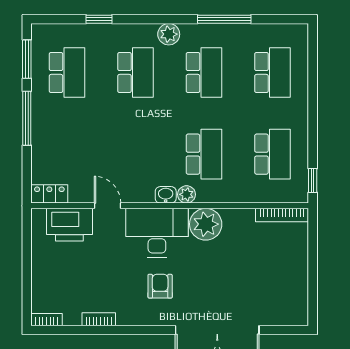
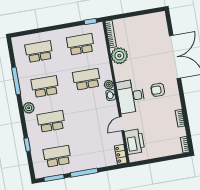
plant: (206, 224) -> (119, 56), moved

